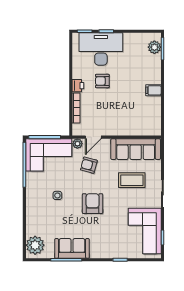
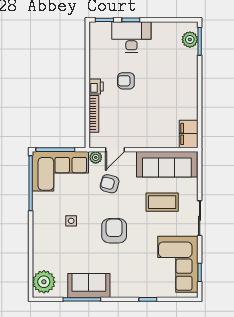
desk: (101, 49) -> (131, 37), width x0.73, depth x0.77
filing cabinet: (153, 90) -> (189, 134), moved, width x2.00

